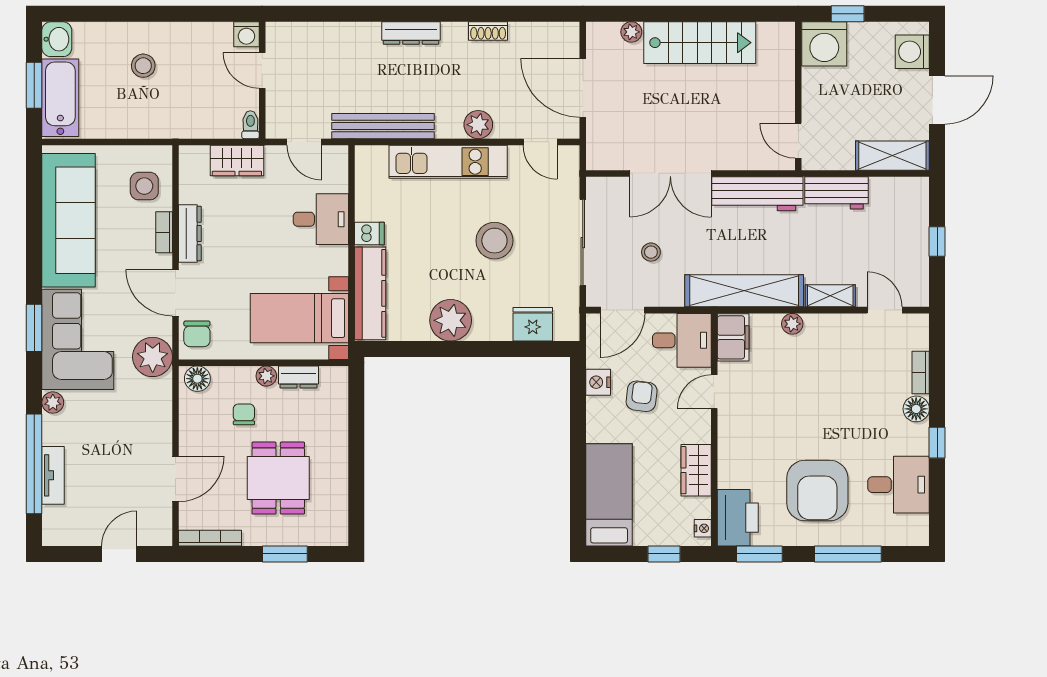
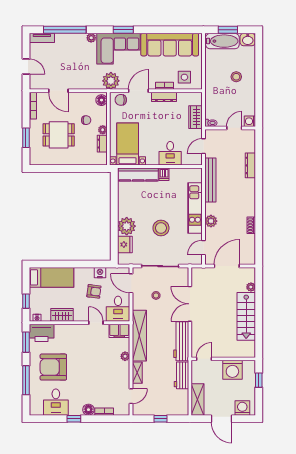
dresser: (411, 33) -> (250, 165), moved
washing machine: (824, 44) -> (232, 370), moved, turned -90
plant: (451, 320) -> (127, 226), moved
tv unit: (53, 475) -> (42, 38), moved

